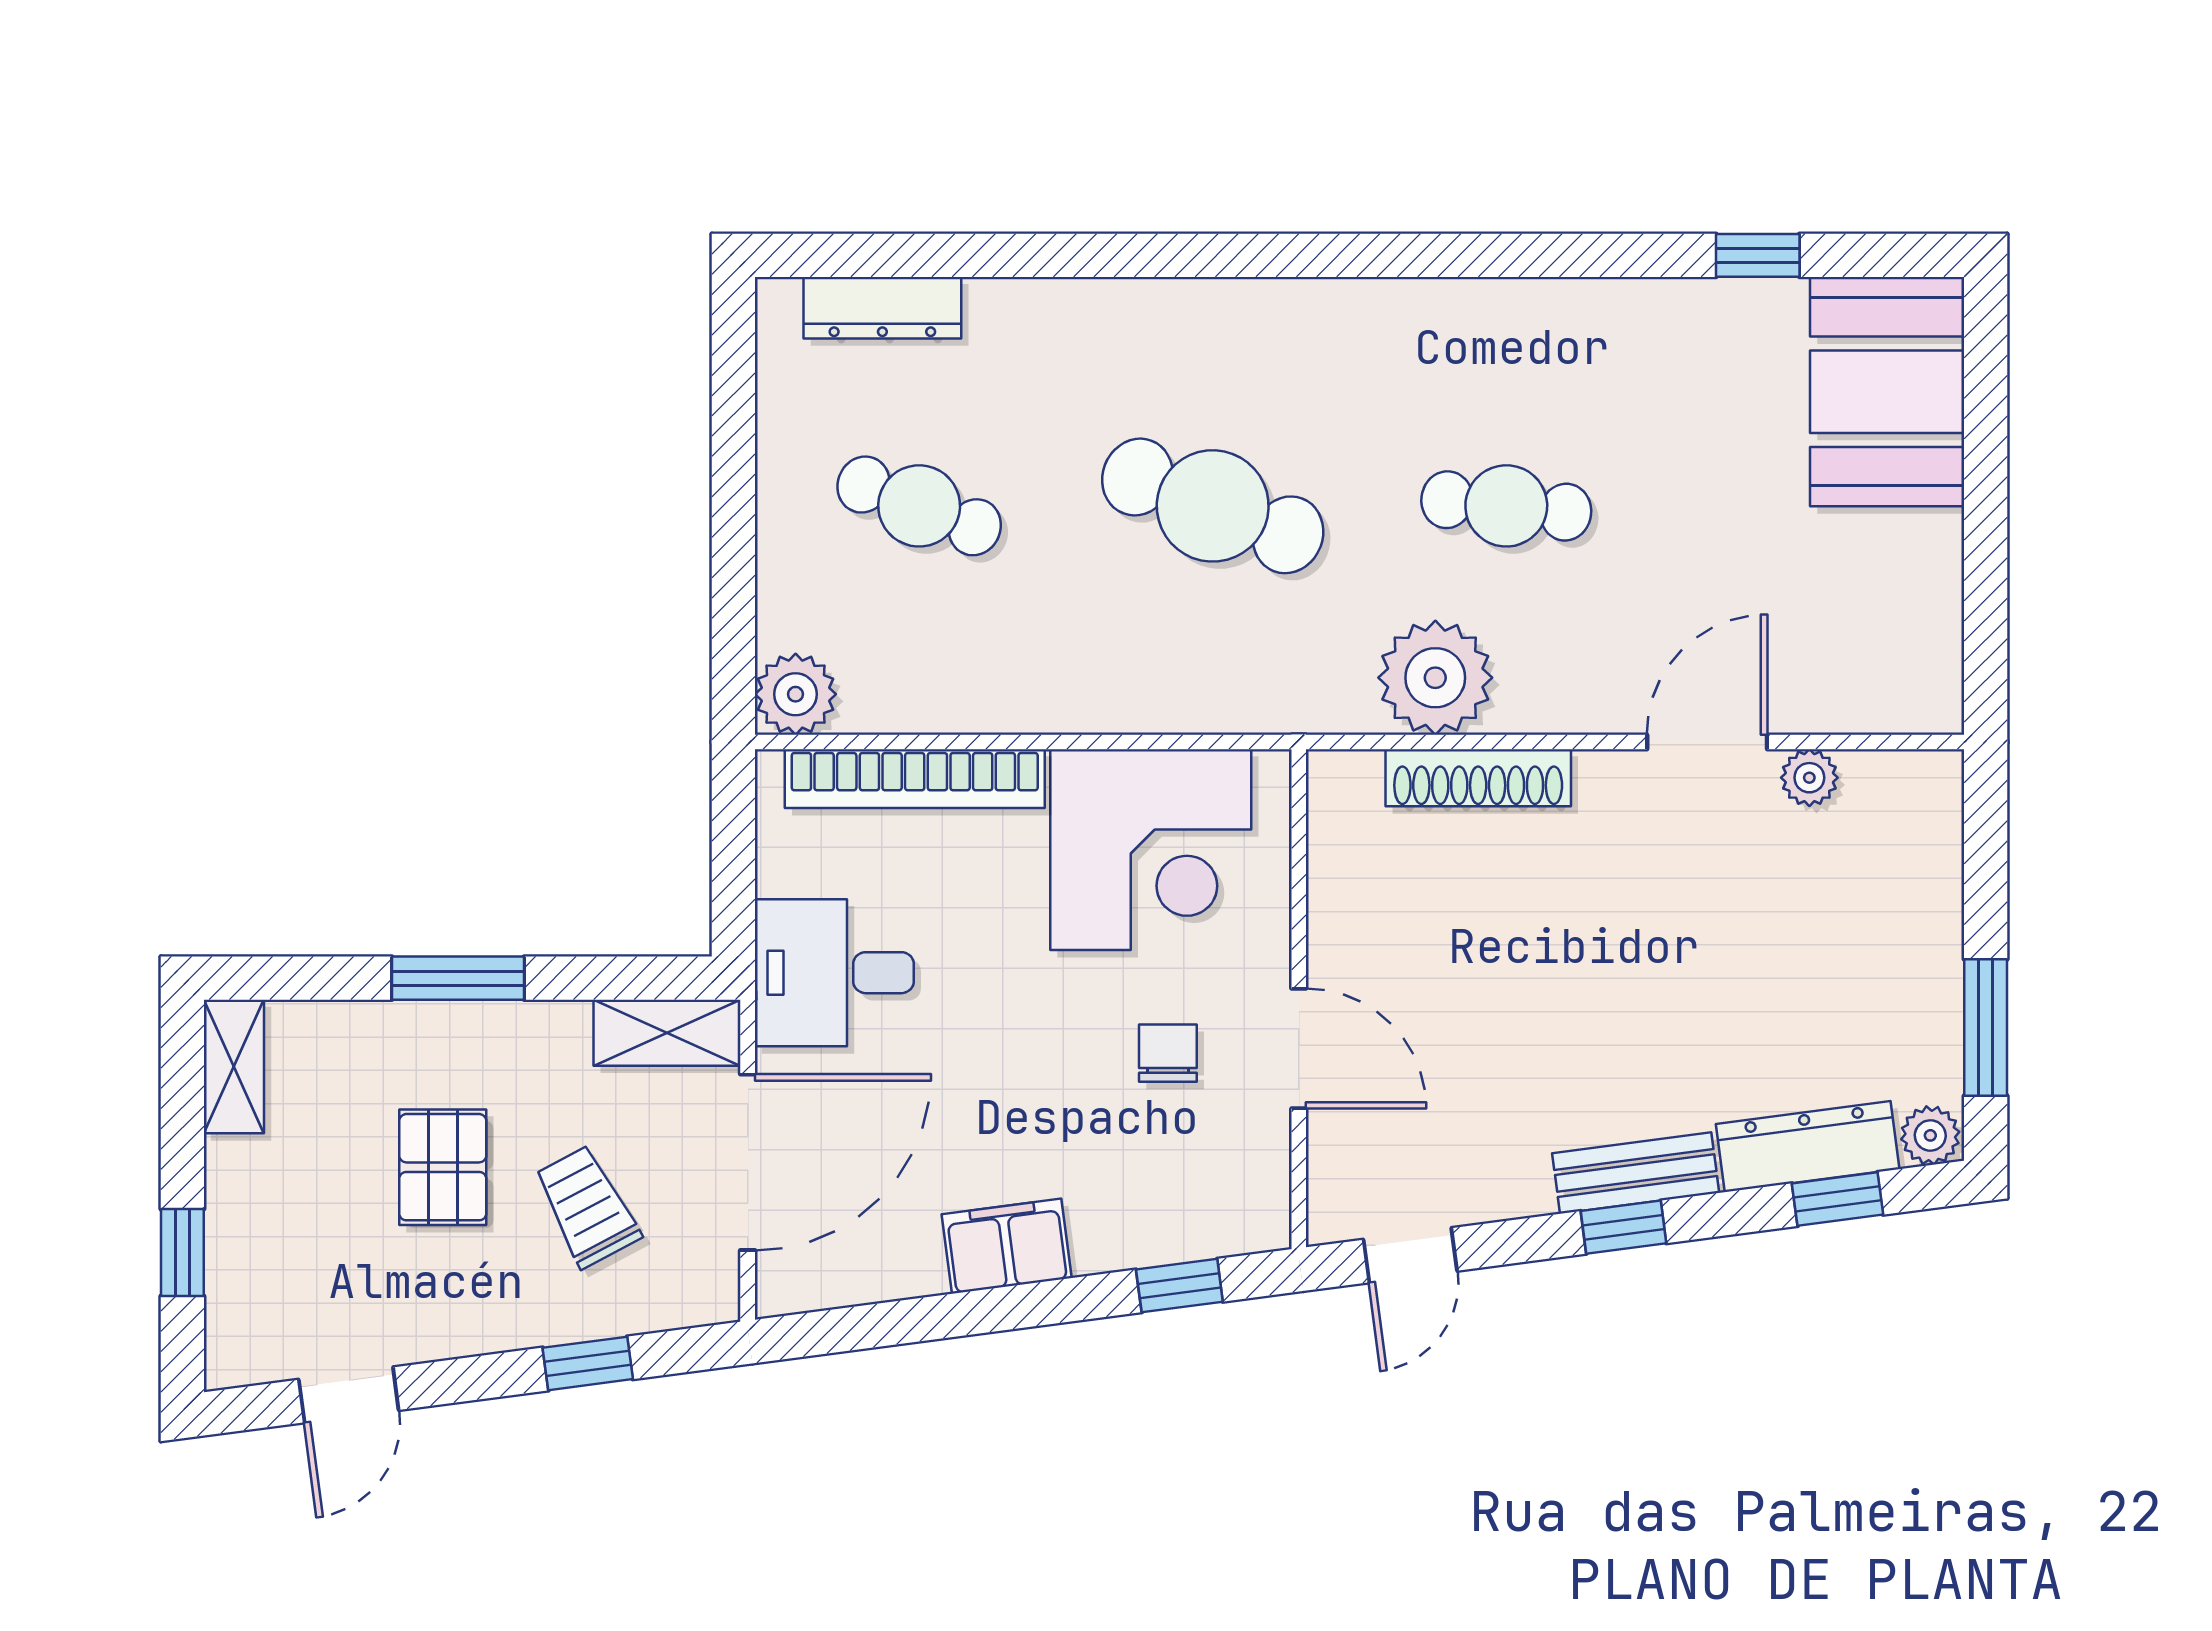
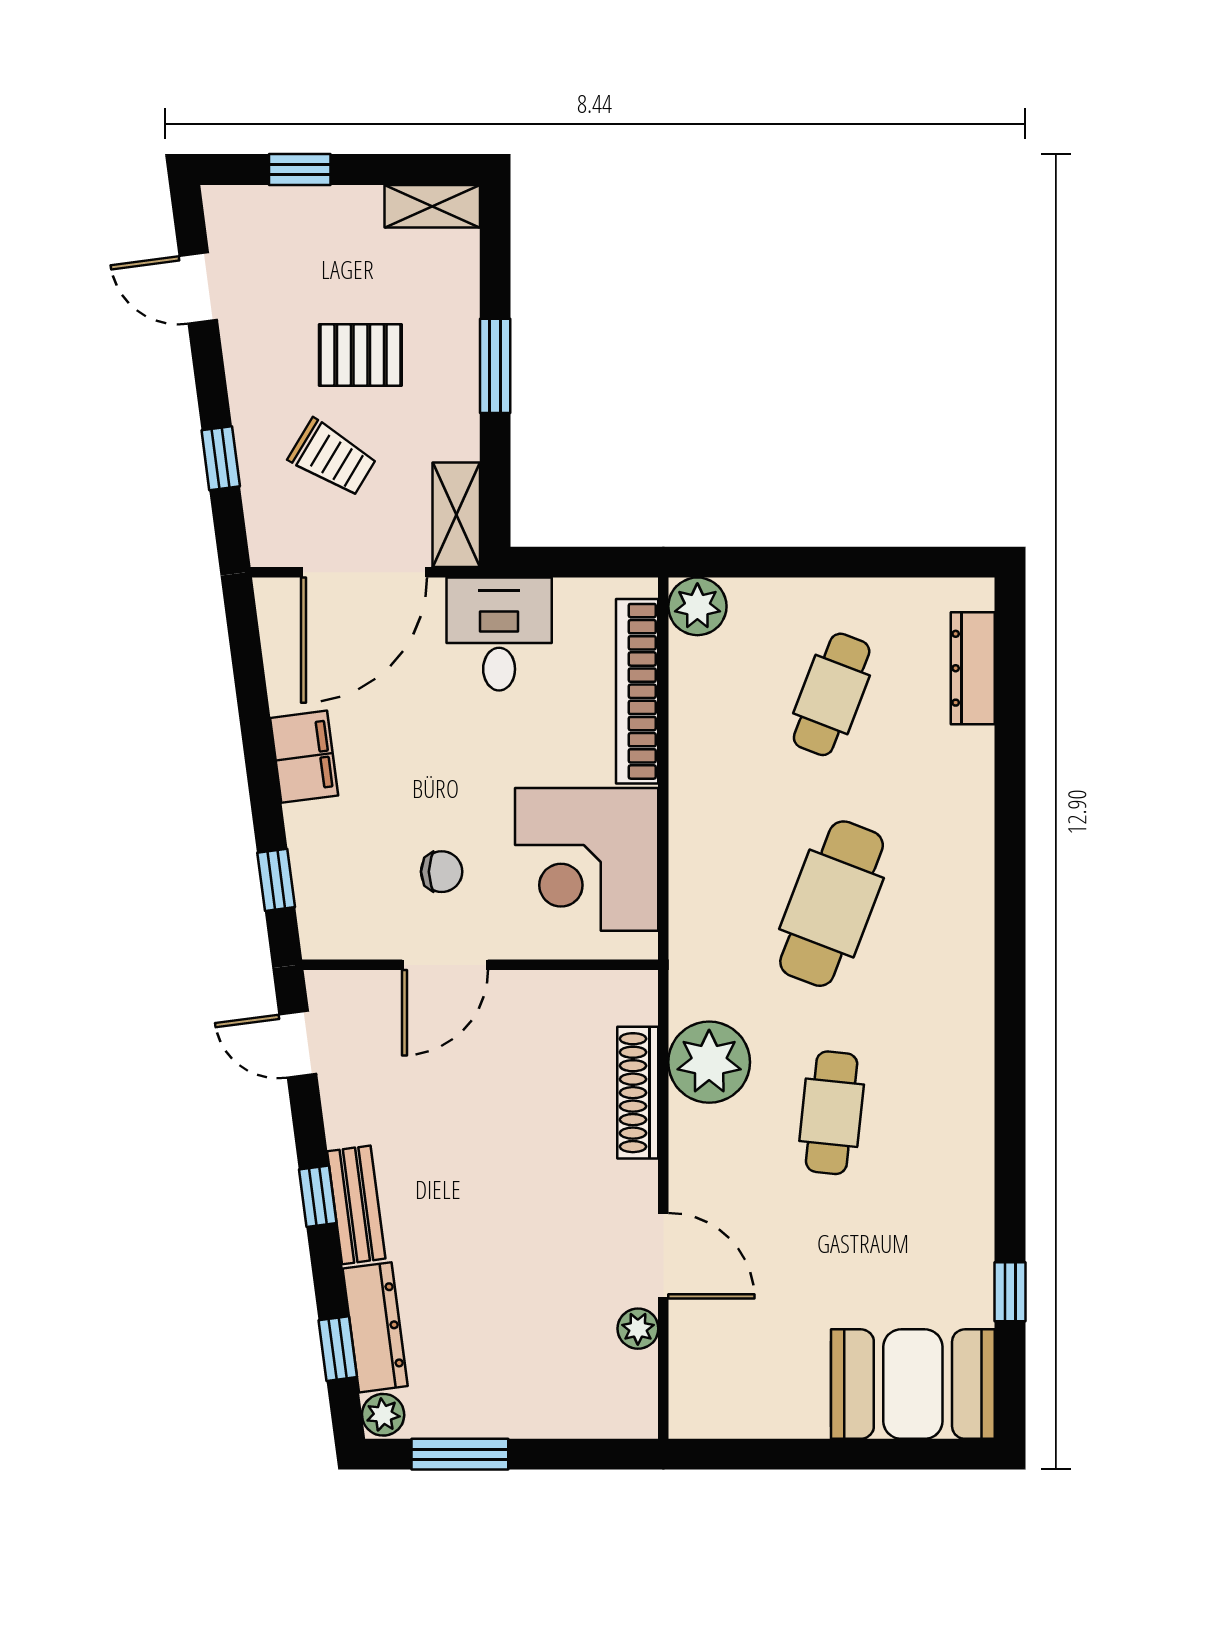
door: (748, 1162) -> (364, 572), hinge flipped
trolley: (587, 1206) -> (332, 458), turned 59

